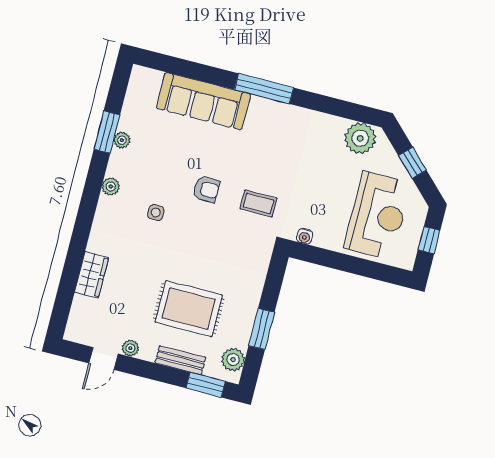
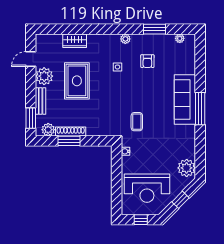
sofa: (203, 101) -> (185, 100), moved
plant: (122, 140) -> (180, 38), moved
armchair: (206, 189) -> (147, 61), moved
rug: (189, 309) -> (77, 81), moved
shoe rack: (246, 322) -> (71, 132), added
plant: (130, 348) -> (44, 76), width x1.88, depth x1.88
door: (104, 358) -> (31, 59), hinge flipped

